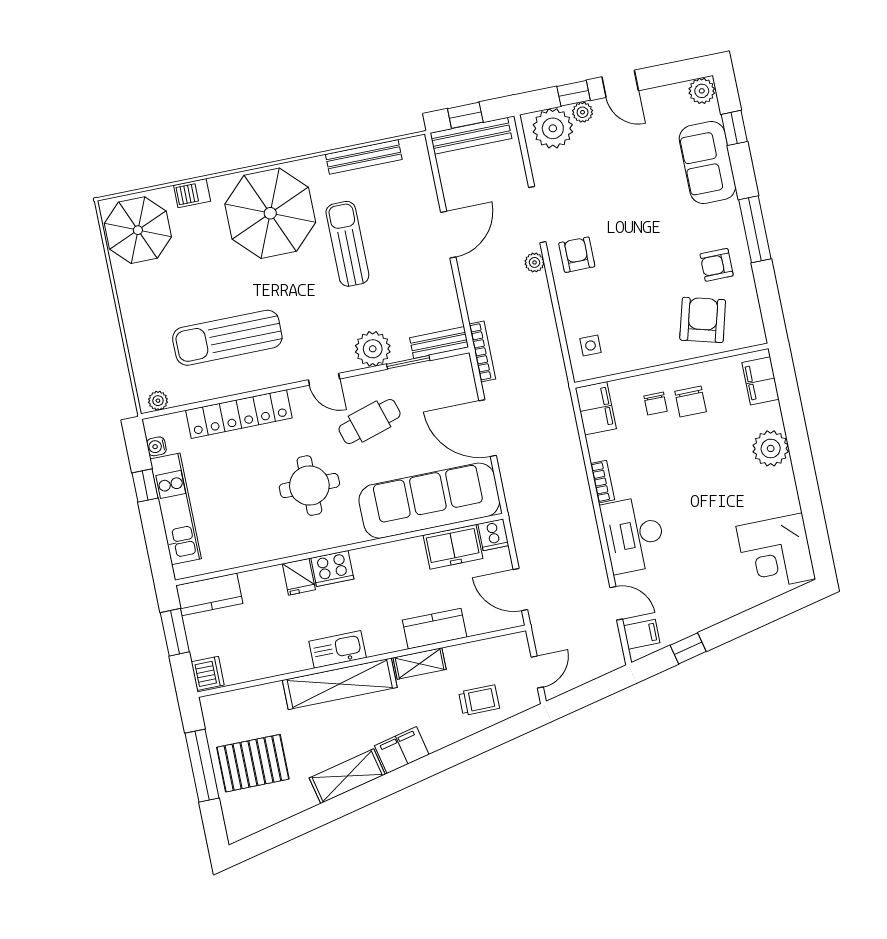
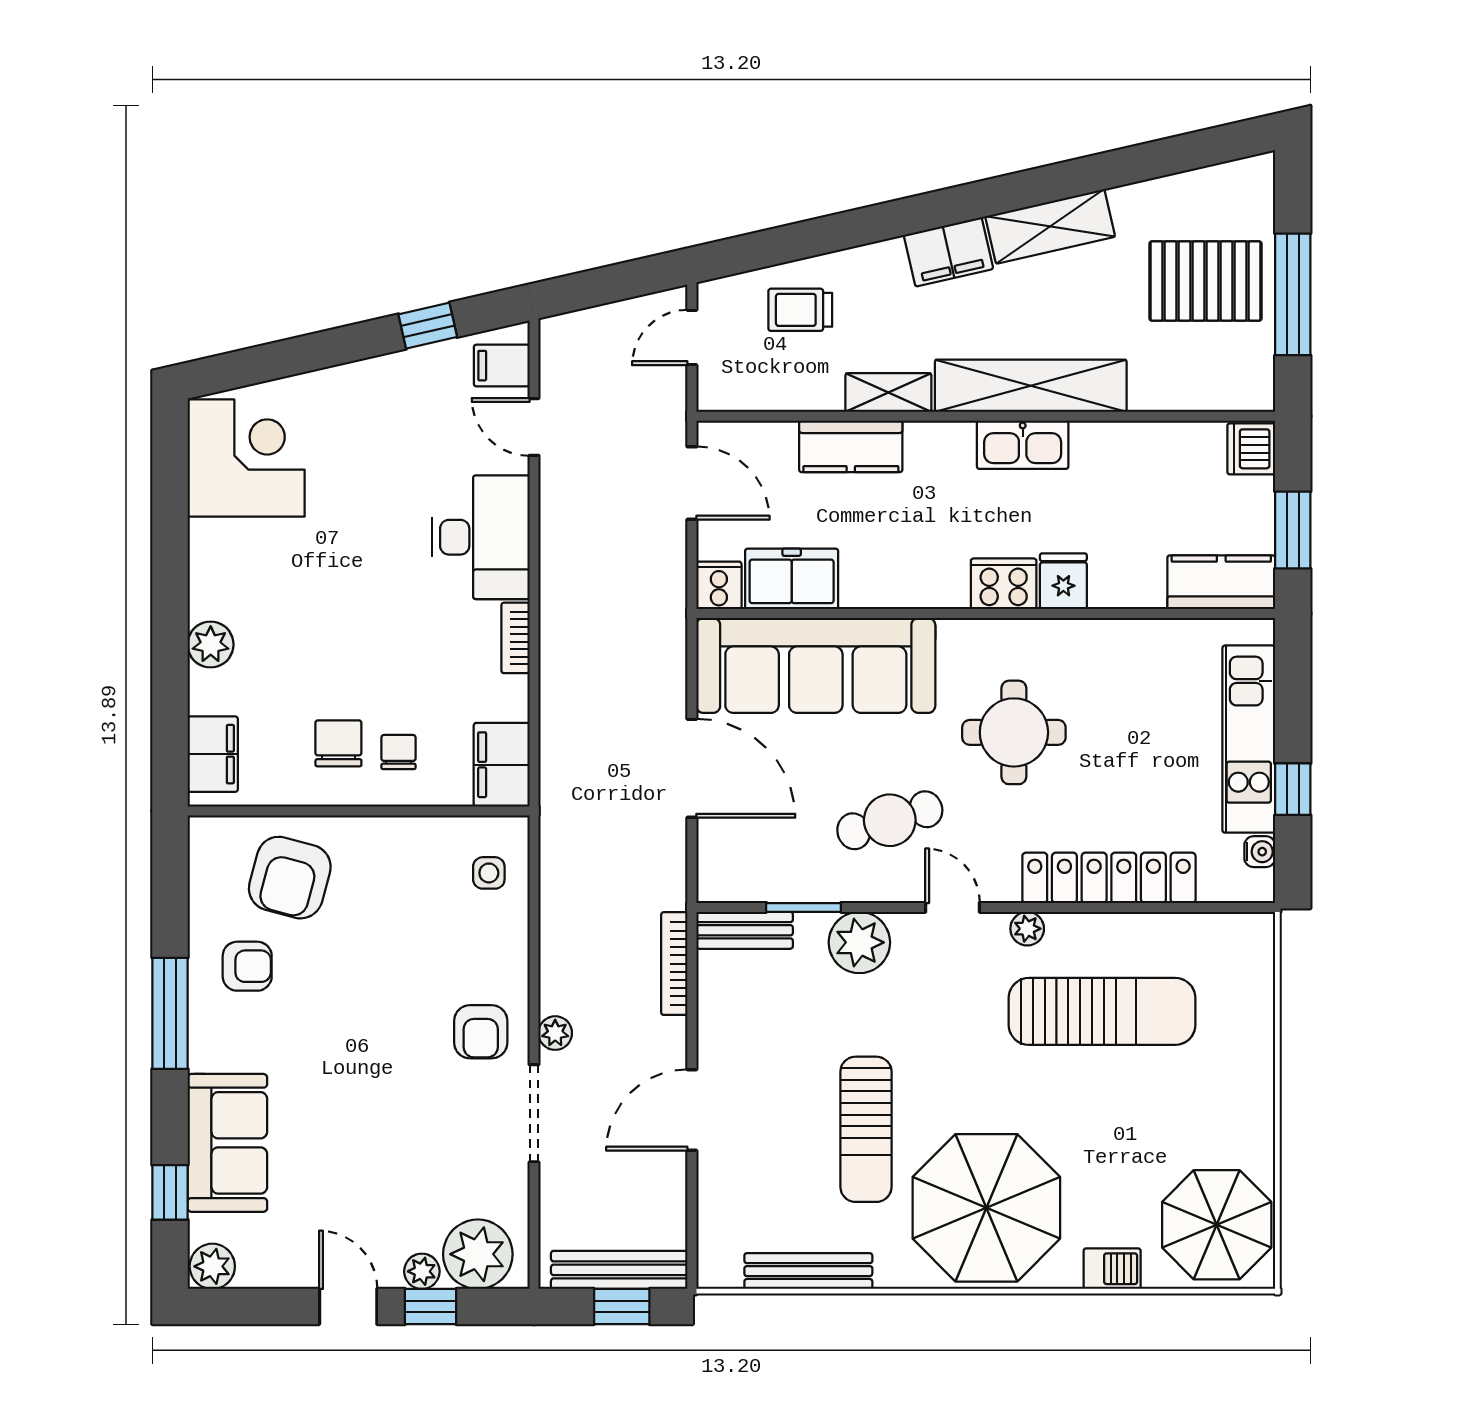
bookcase: (482, 351) -> (674, 964), moved
plant: (158, 401) -> (1027, 929), moved
plant: (771, 448) -> (211, 645), width x0.73, depth x0.73

